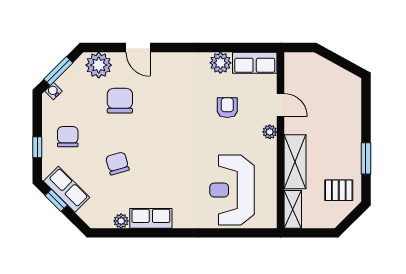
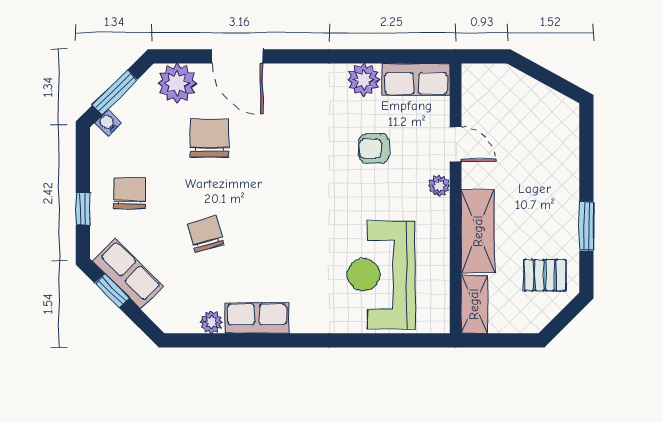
door: (138, 47) -> (237, 56), width x1.38
armchair: (227, 108) -> (374, 148), turned -90

